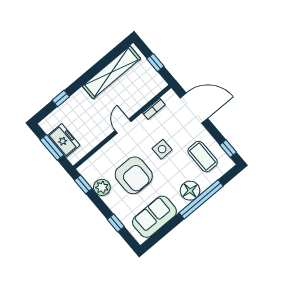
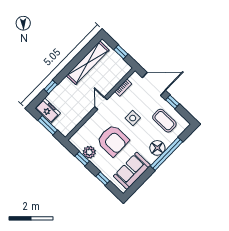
freezer: (64, 140) -> (48, 111), moved
window: (228, 149) -> (173, 102), moved
window: (83, 184) -> (82, 159), moved

